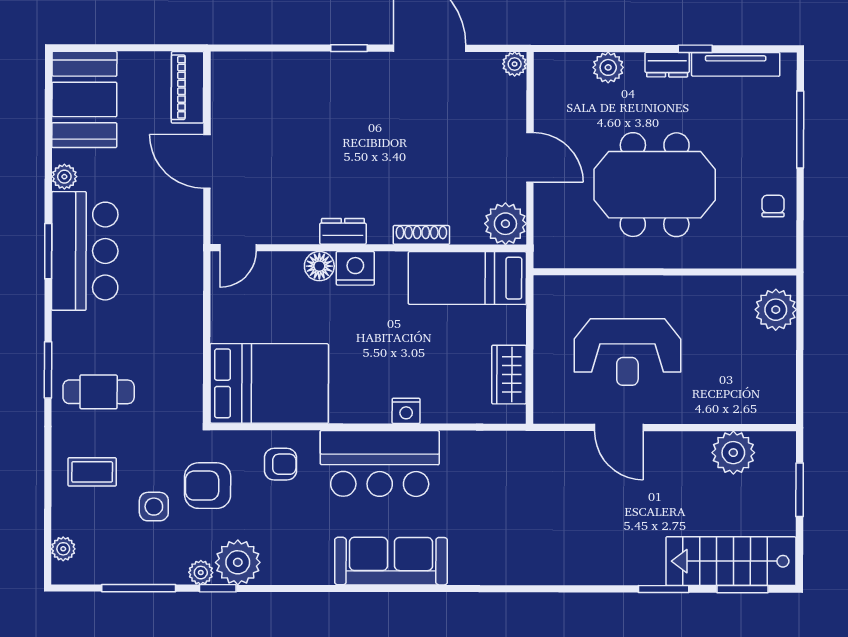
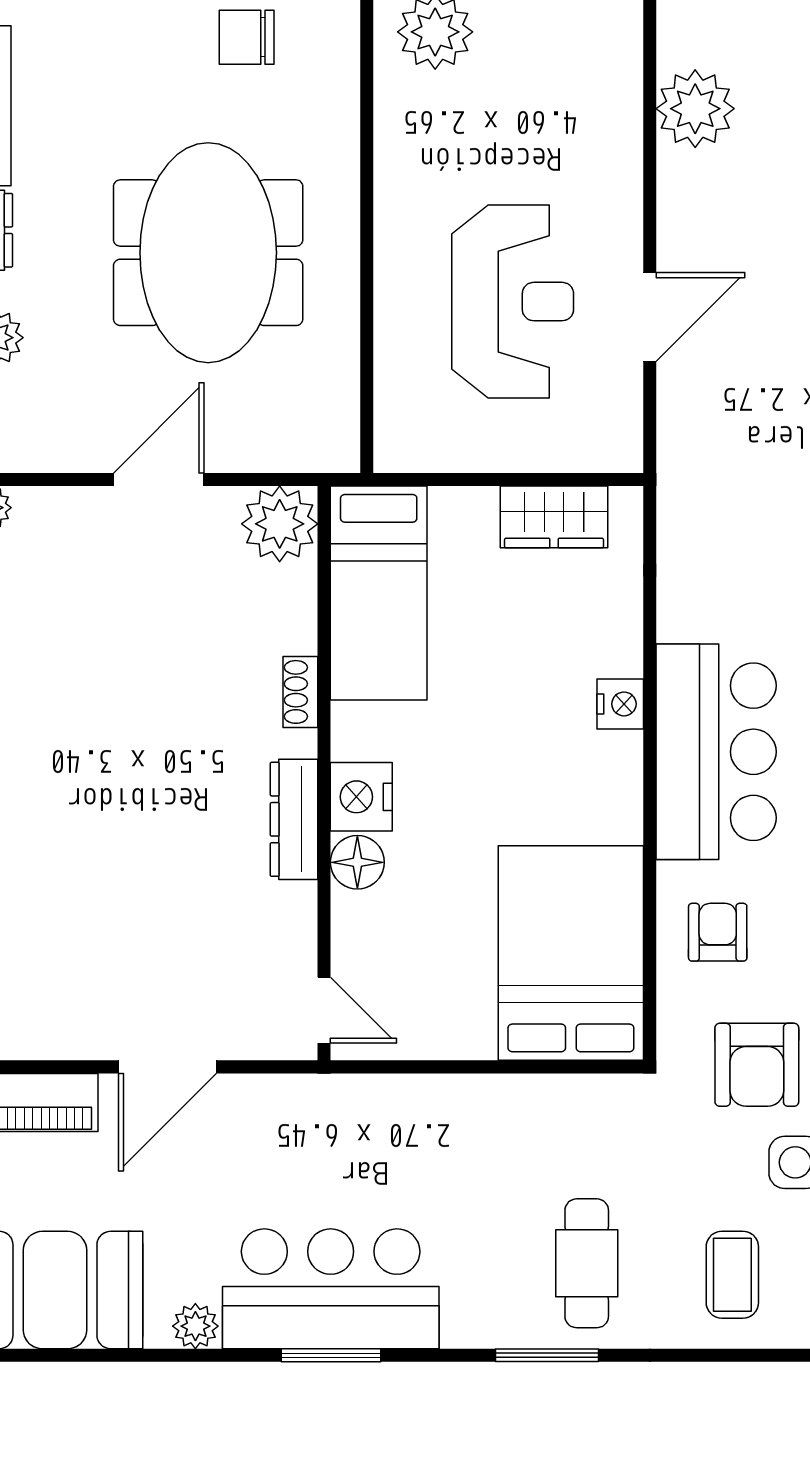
chair: (773, 206) -> (247, 37), width x1.37, depth x1.37
dresser: (343, 231) -> (294, 819), width x1.44
shoe rack: (421, 235) -> (300, 692), width x0.70

